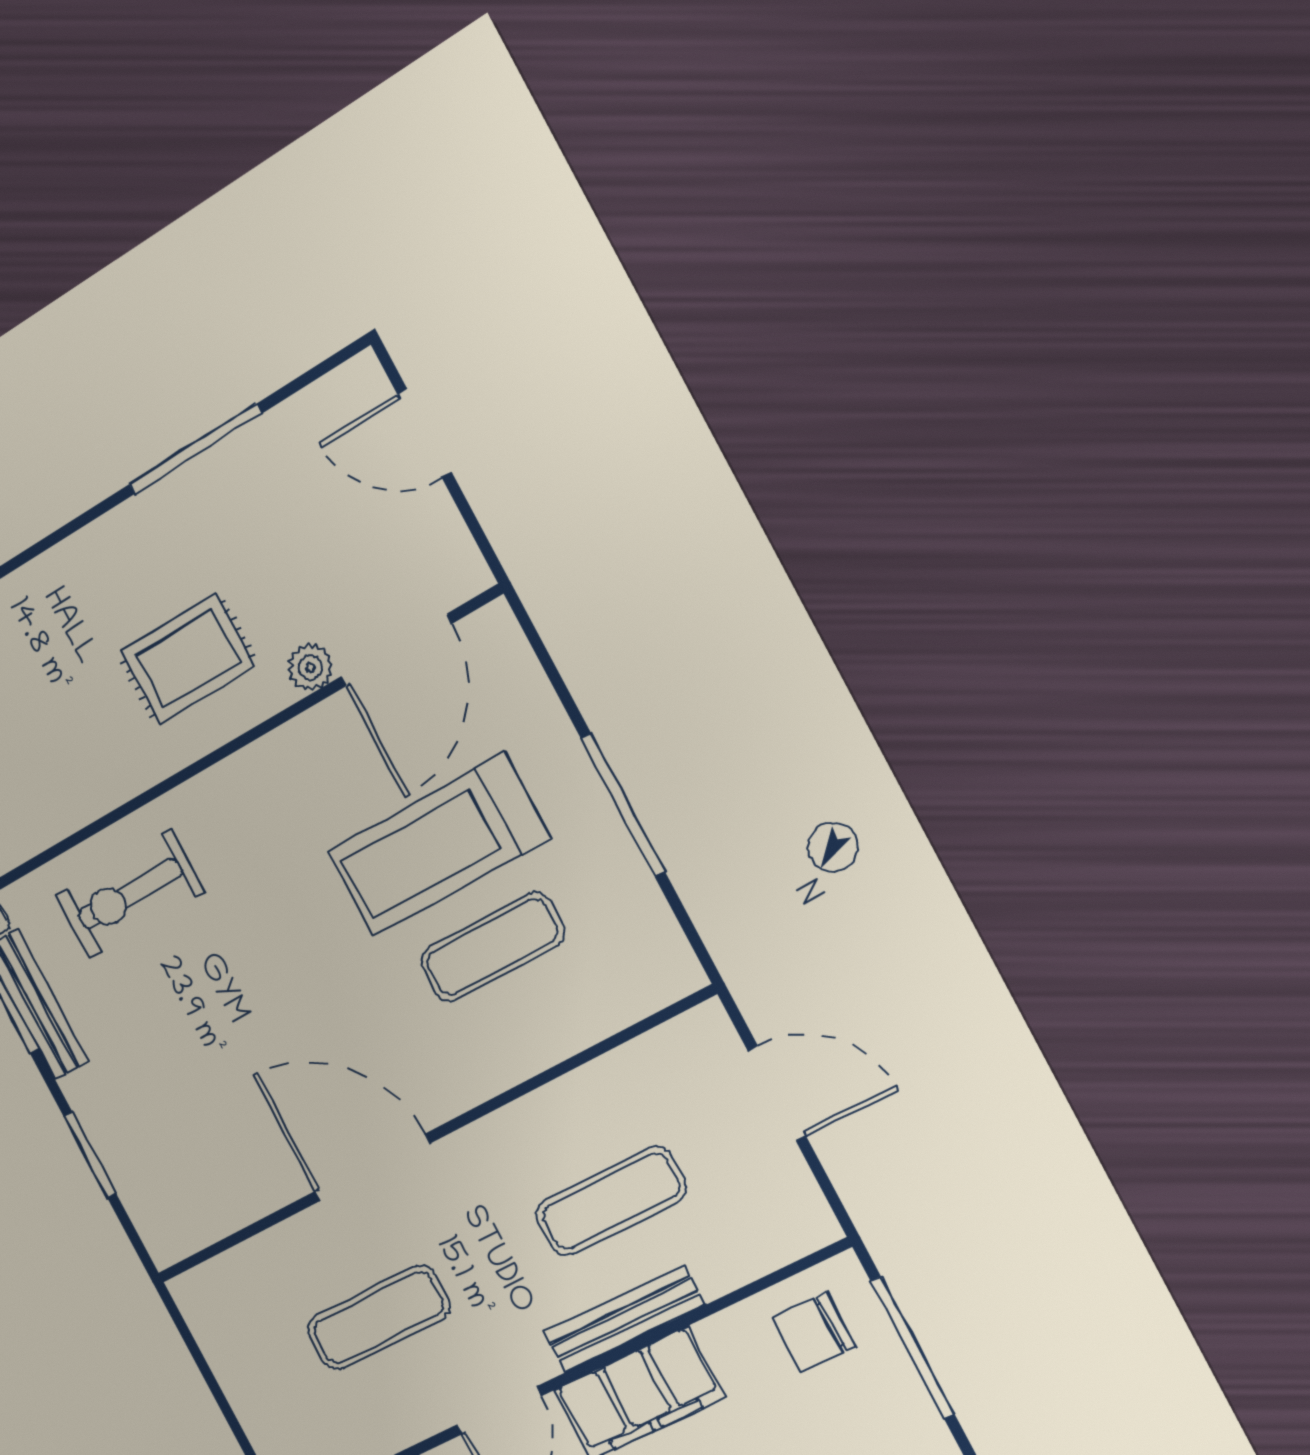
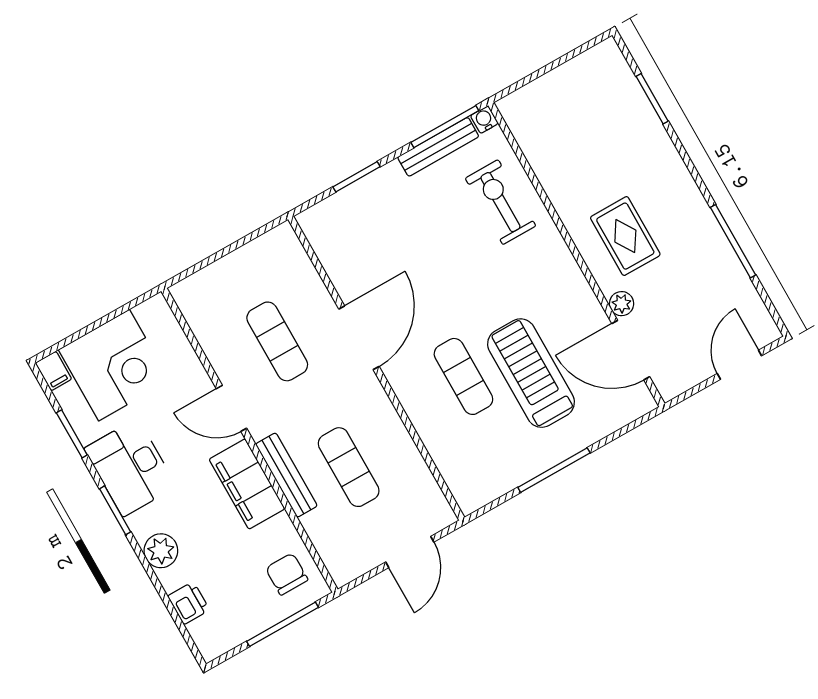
exercise mat: (492, 947) -> (463, 376), moved

